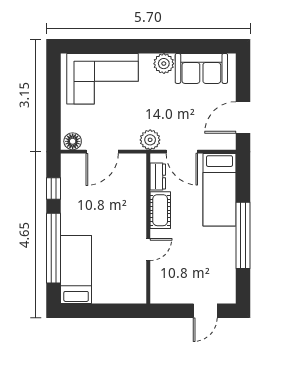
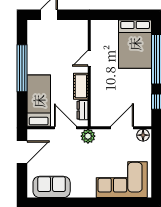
plant: (164, 64) -> (78, 190), removed
bed: (76, 269) -> (135, 44), width x1.50

